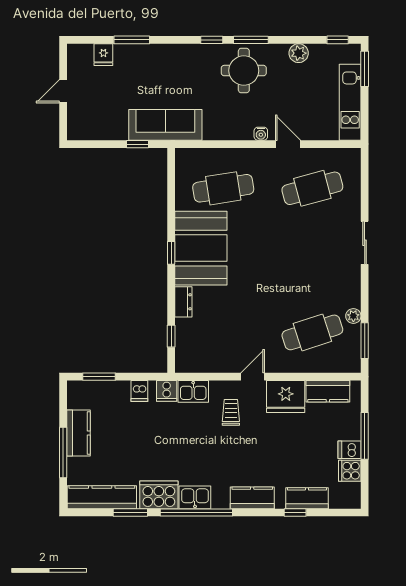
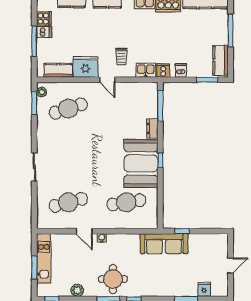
window: (365, 69) -> (34, 268), moved
plant: (353, 316) -> (42, 92), moved
window: (171, 336) -> (160, 106), width x2.17
door: (253, 377) -> (107, 80), hinge flipped
kitchen counter: (78, 433) -> (221, 60), moved

